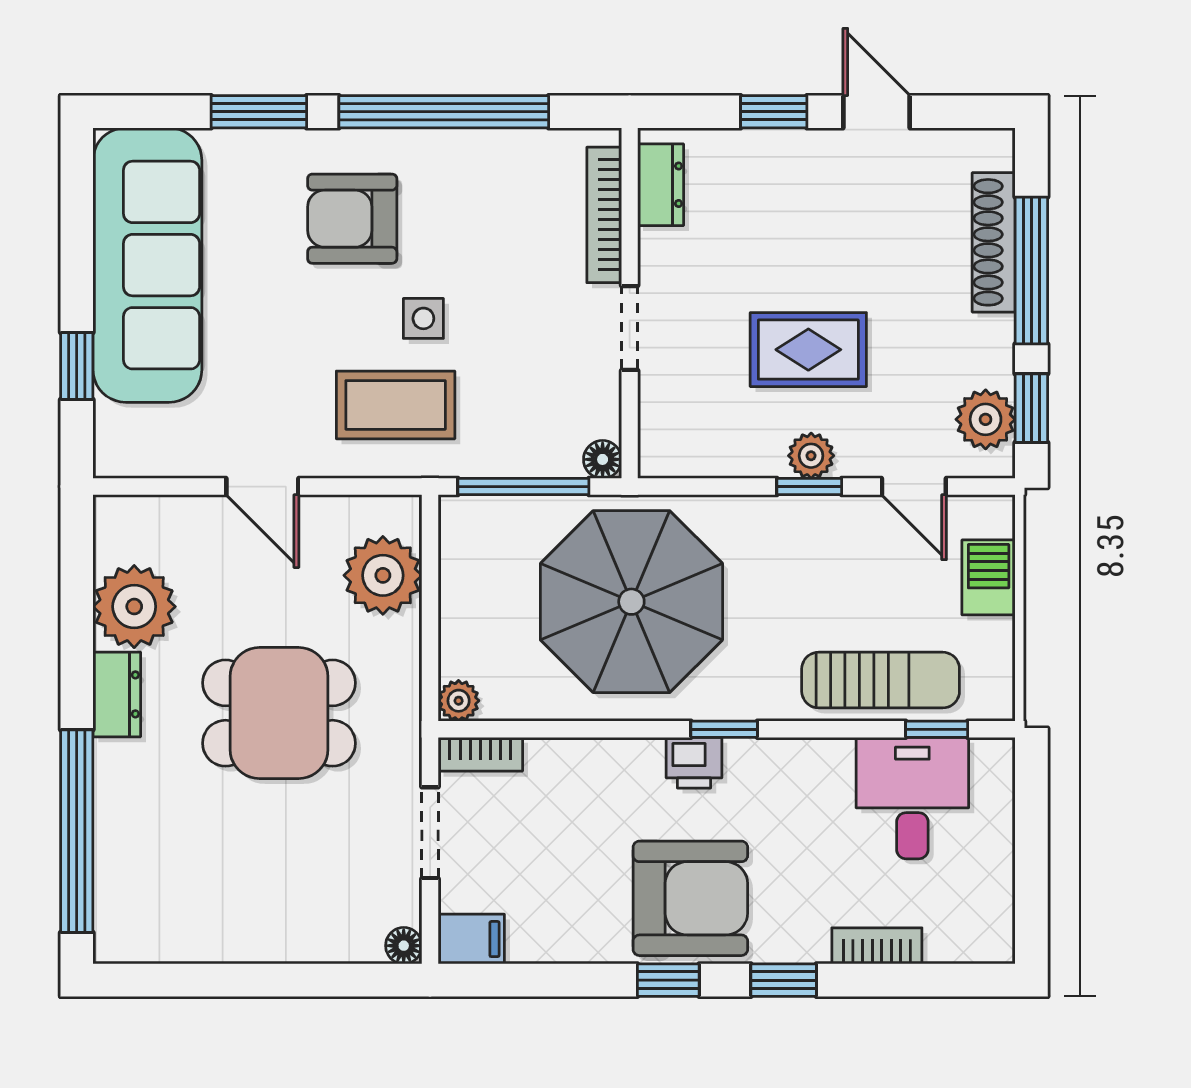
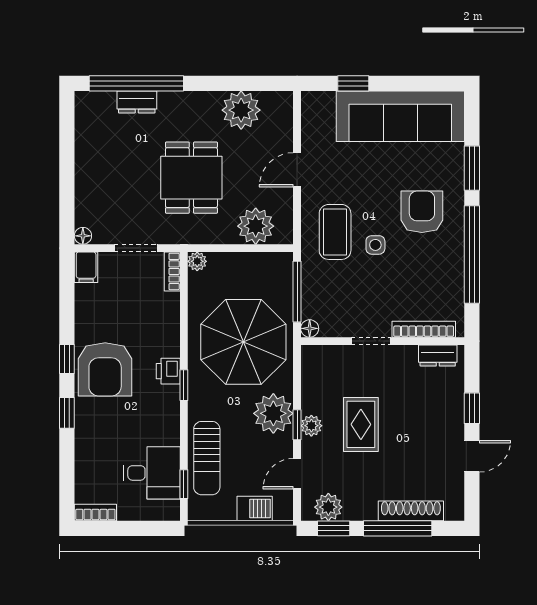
plant: (785, 537) -> (273, 413), added
dresser: (117, 694) -> (137, 102), moved
bookcase: (877, 946) -> (95, 512), moved, turned -90

